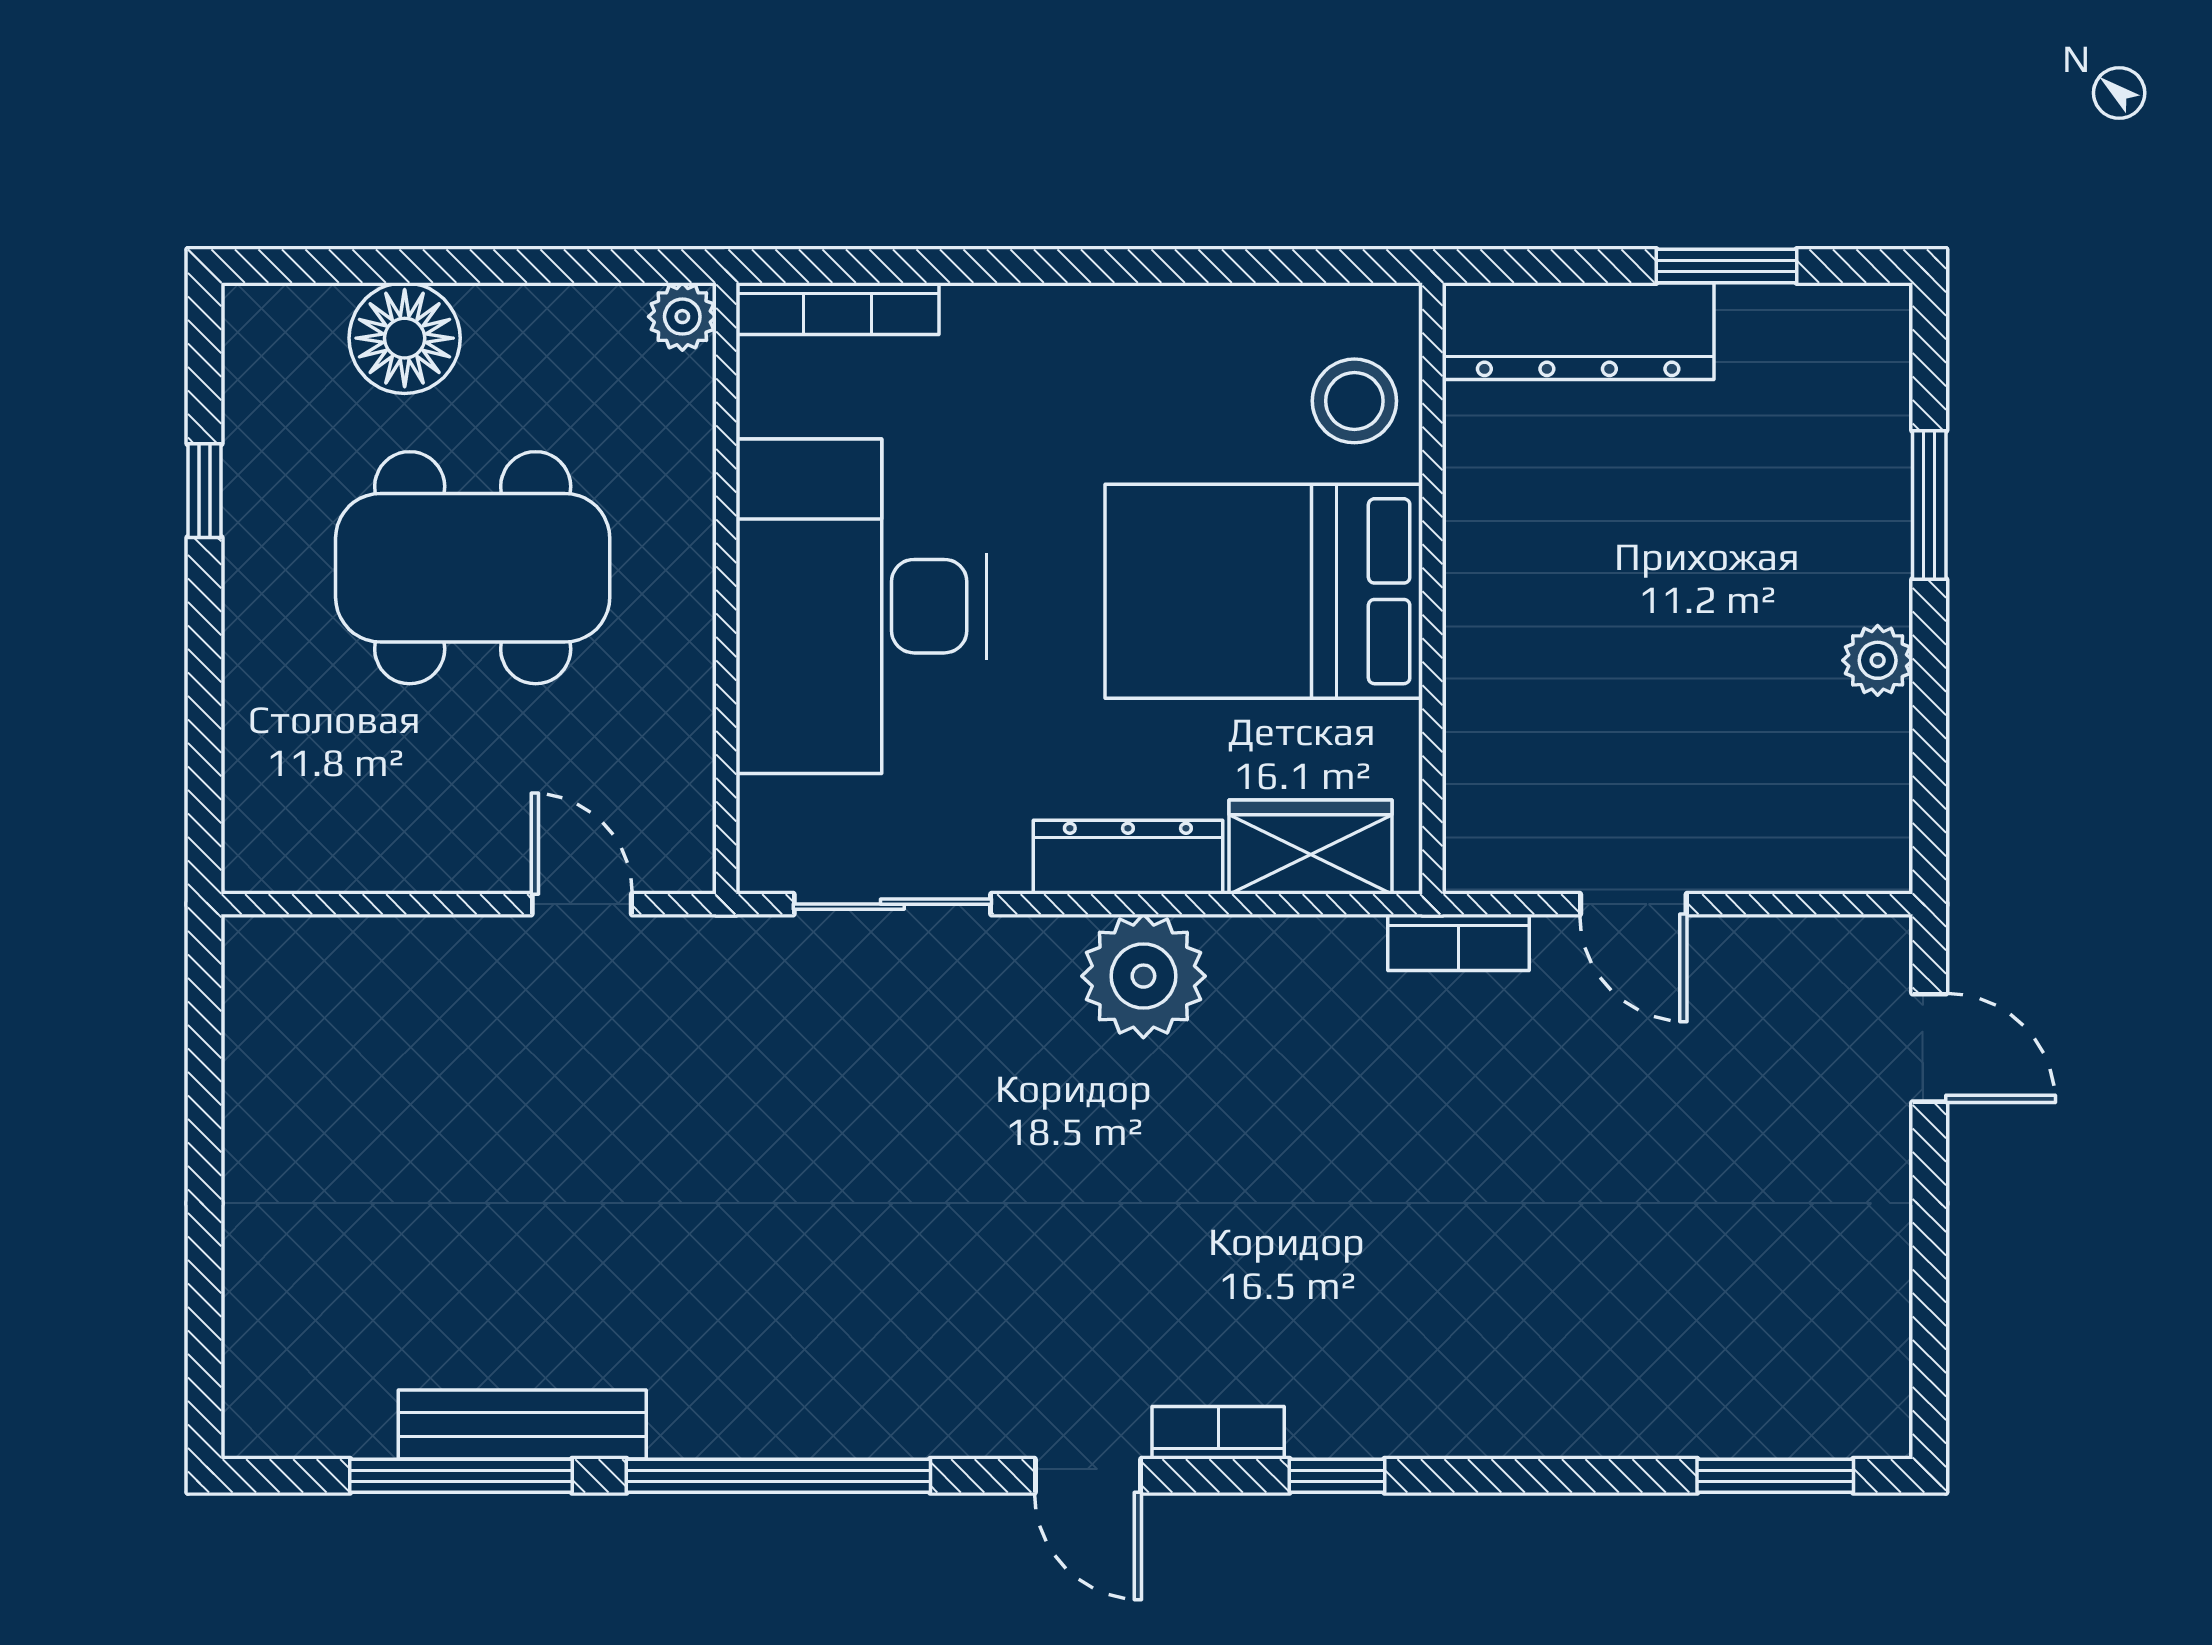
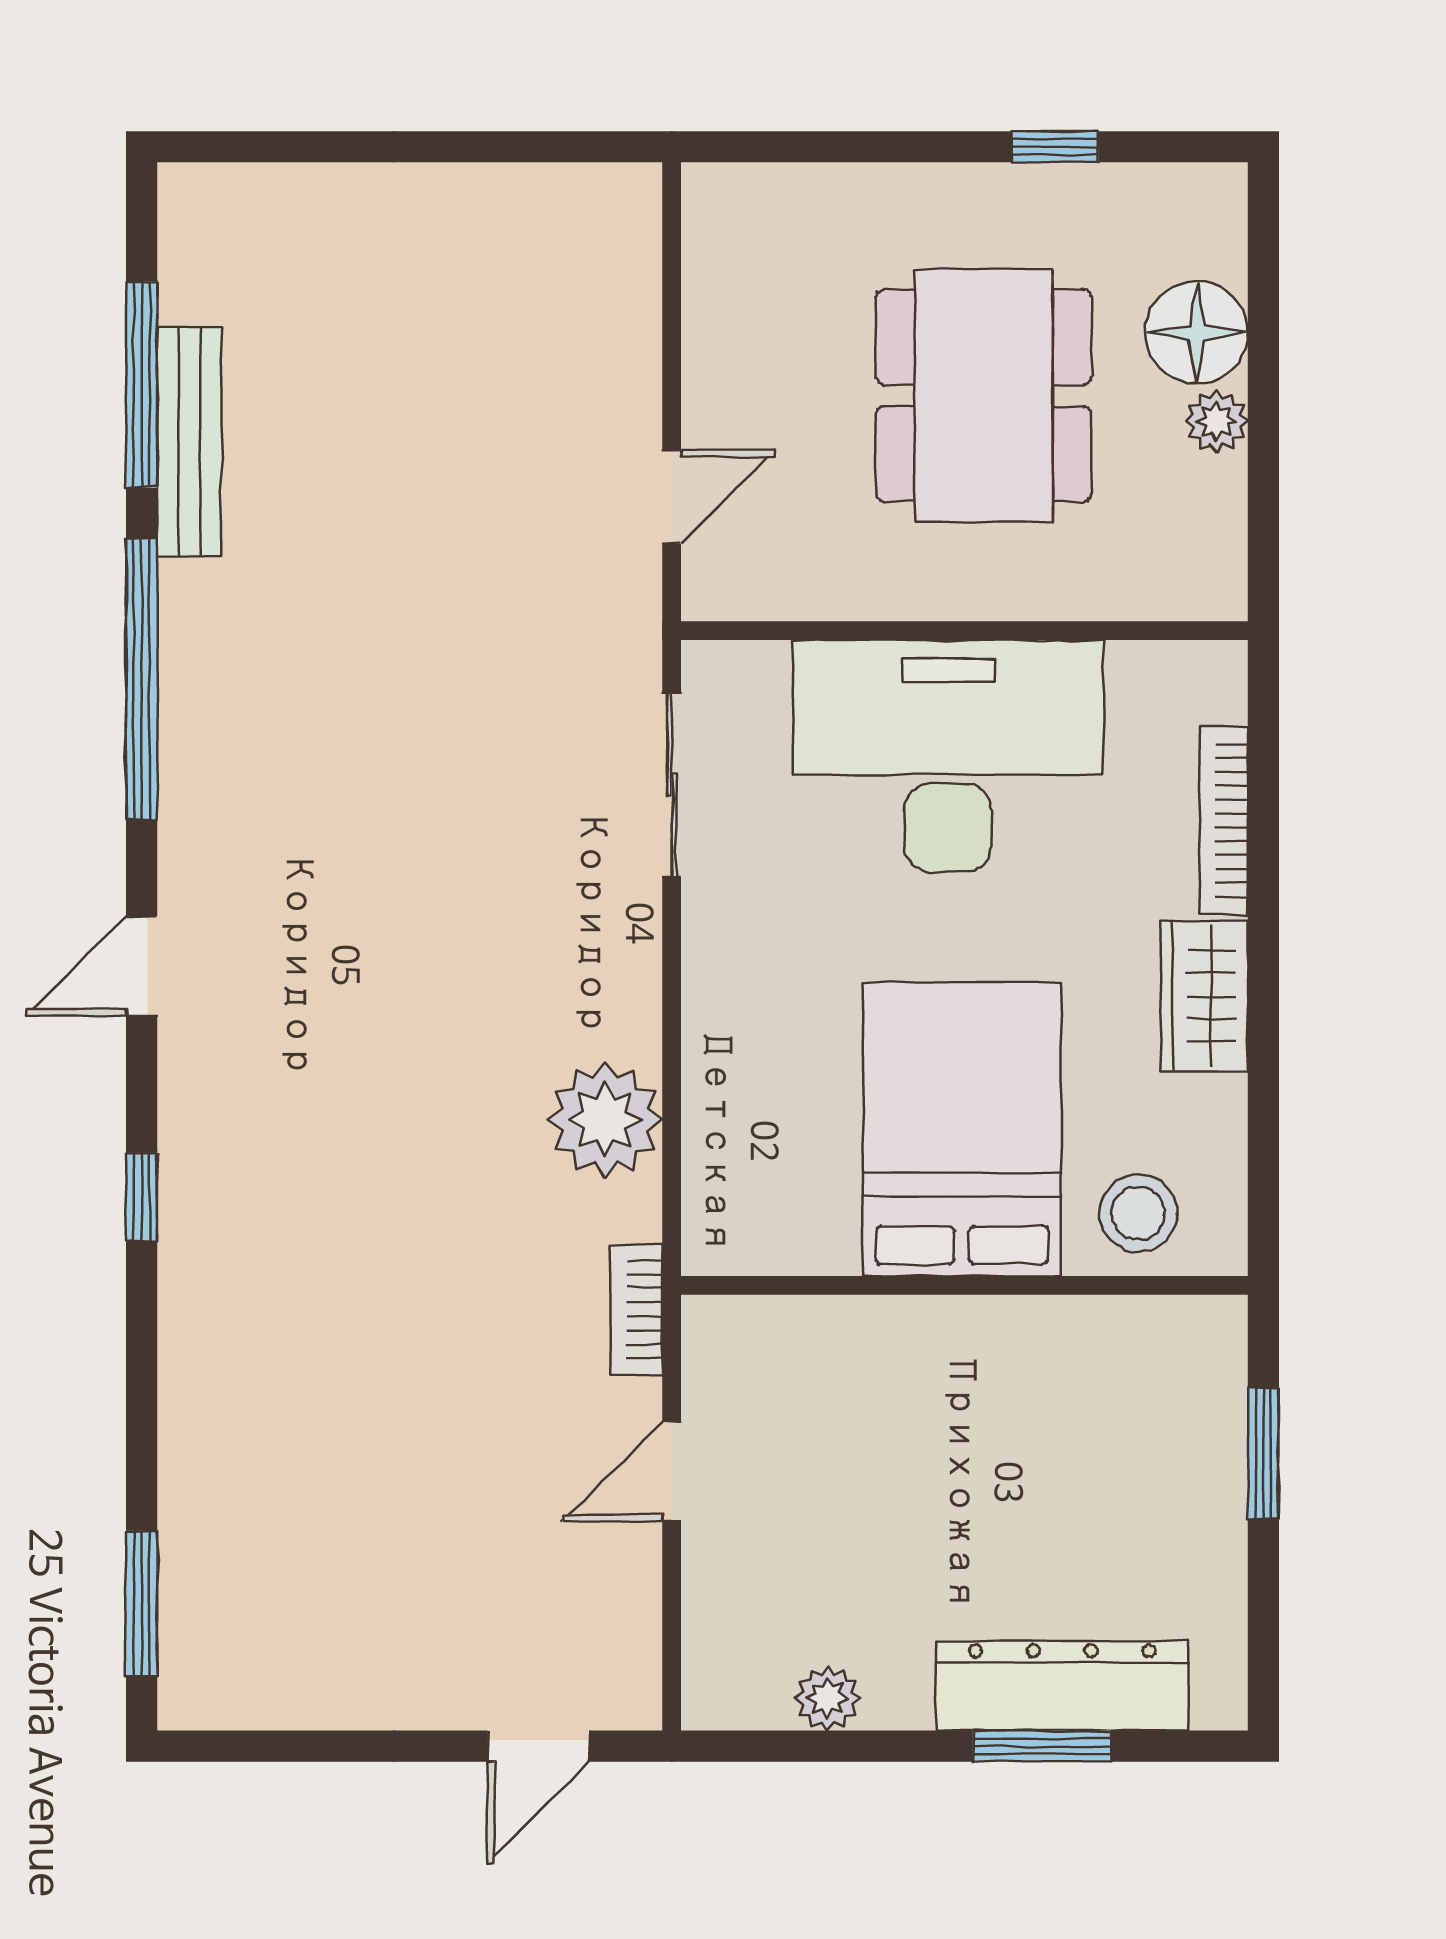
window: (1726, 266) -> (1263, 1454), moved
bookcase: (838, 309) -> (1224, 820), moved
plant: (682, 317) -> (1217, 421), moved
dresser: (1578, 331) -> (1062, 1686), moved, turned 90
plant: (1878, 660) -> (827, 1698), moved
wardrobe: (1311, 847) -> (1204, 996), moved, turned 180
dresser: (1128, 857) -> (715, 1003), removed
plant: (1143, 976) -> (605, 1120), moved
bookcase: (1218, 1433) -> (182, 1087), removed

